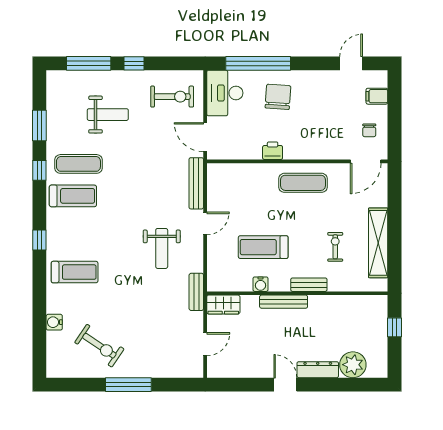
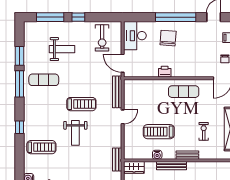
window: (258, 63) -> (176, 17), moved
exercise bike: (172, 97) -> (102, 38), turned 90
window: (39, 170) -> (19, 84), width x2.17
treadmill: (73, 196) -> (81, 104), moved
weight bench: (162, 248) -> (75, 133), moved

